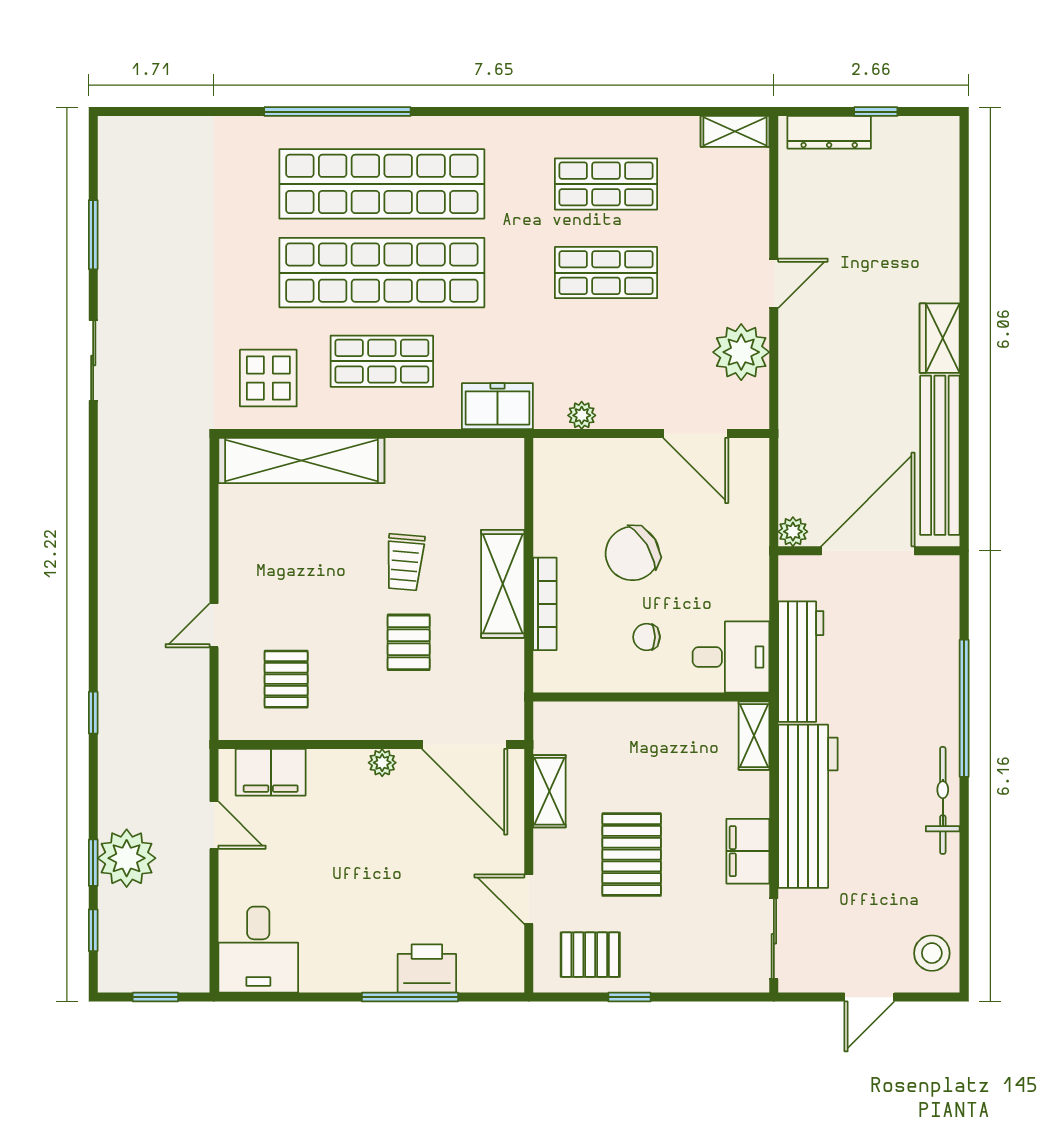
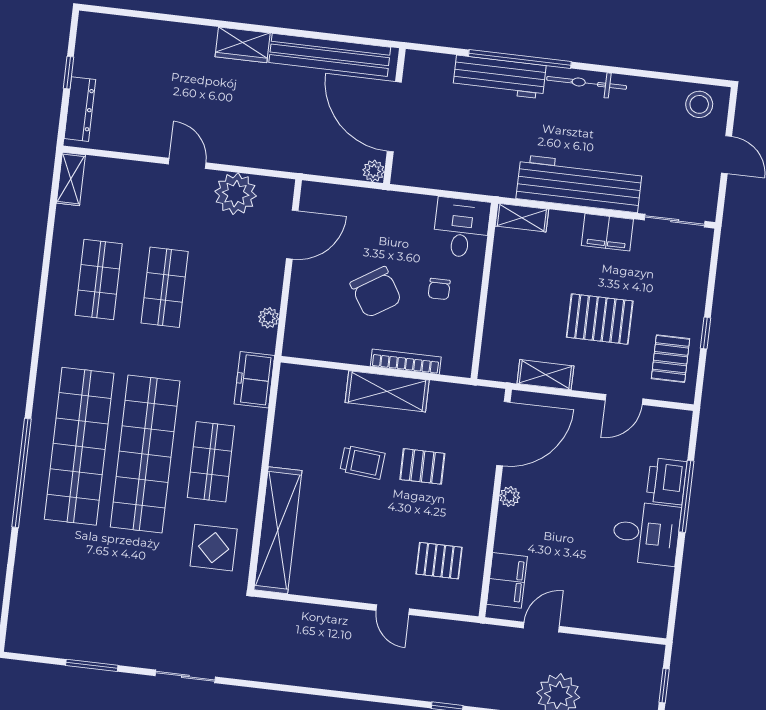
workbench: (801, 662) -> (499, 77), moved, turned 180
desk: (258, 950) -> (646, 533), moved

